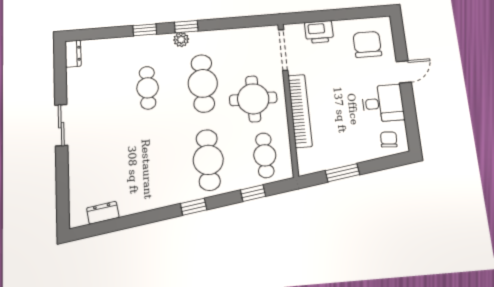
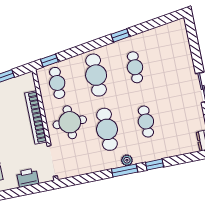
window: (186, 27) -> (125, 171), width x1.50
cafe table: (151, 165) -> (135, 67), added
window: (253, 193) -> (49, 61), moved
window: (194, 207) -> (120, 35), moved
dresser: (103, 213) -> (163, 31), removed

